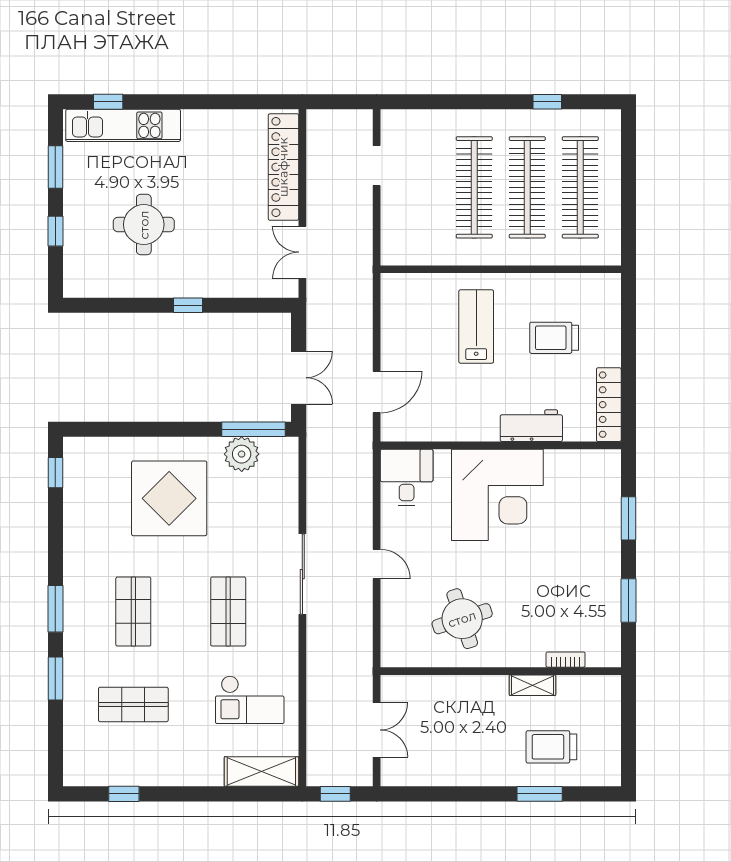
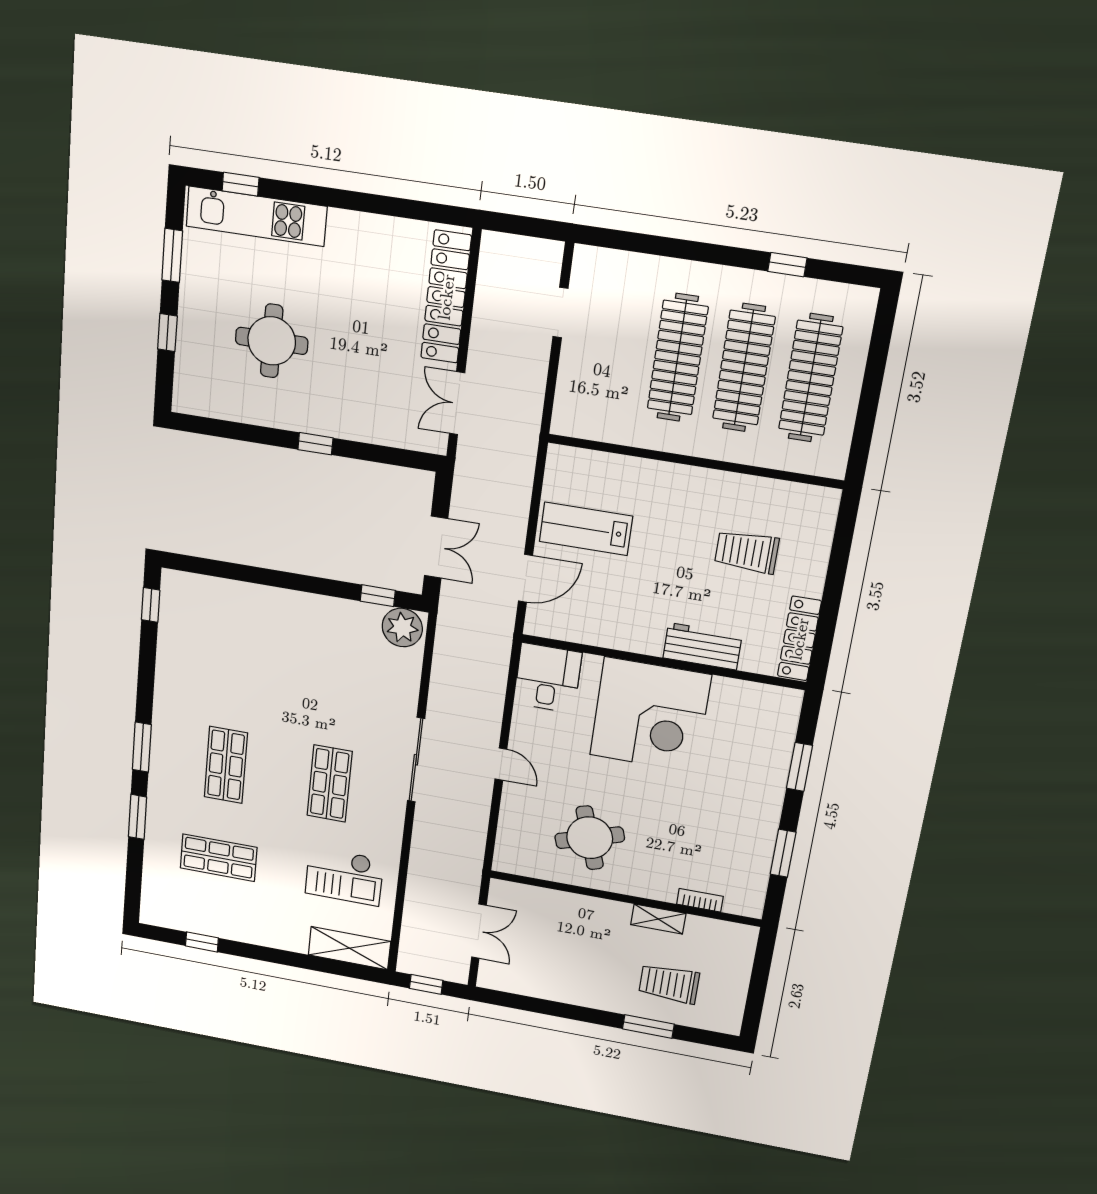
lab bench: (476, 327) -> (586, 529), moved, turned -90
window: (254, 429) -> (378, 596), width x0.46
plant: (242, 454) -> (402, 628), moved
display table: (169, 498) -> (275, 654), removed

